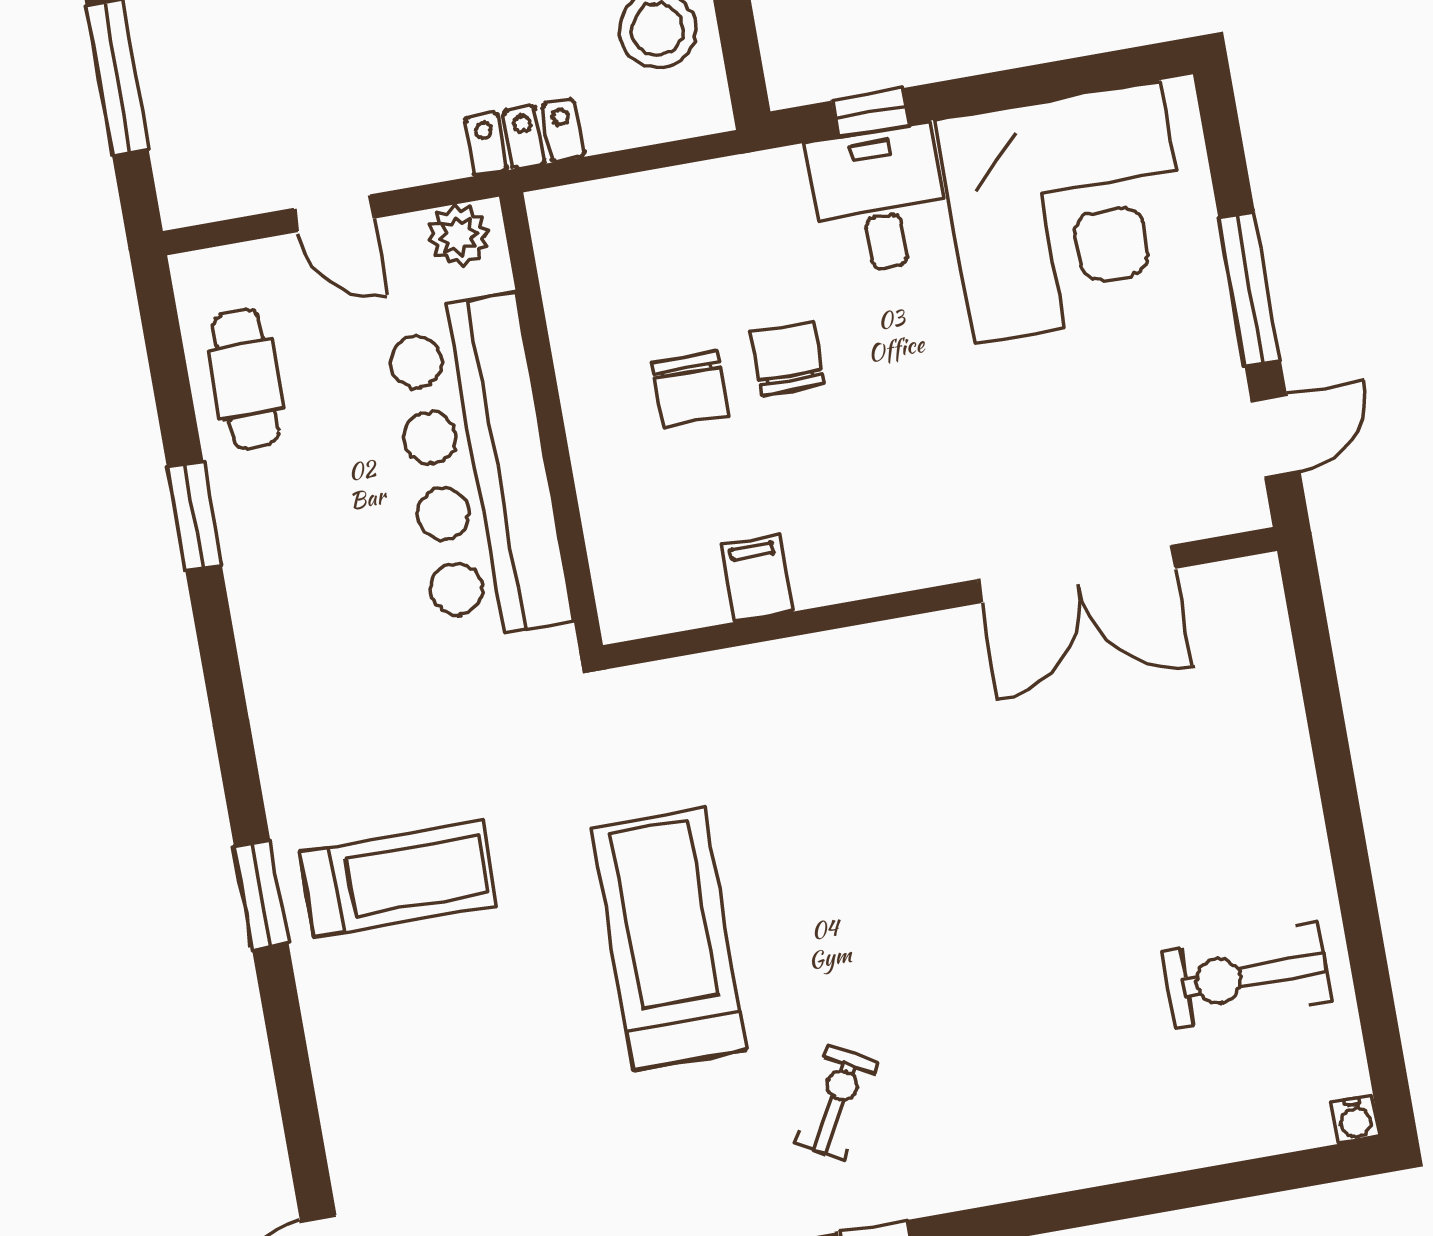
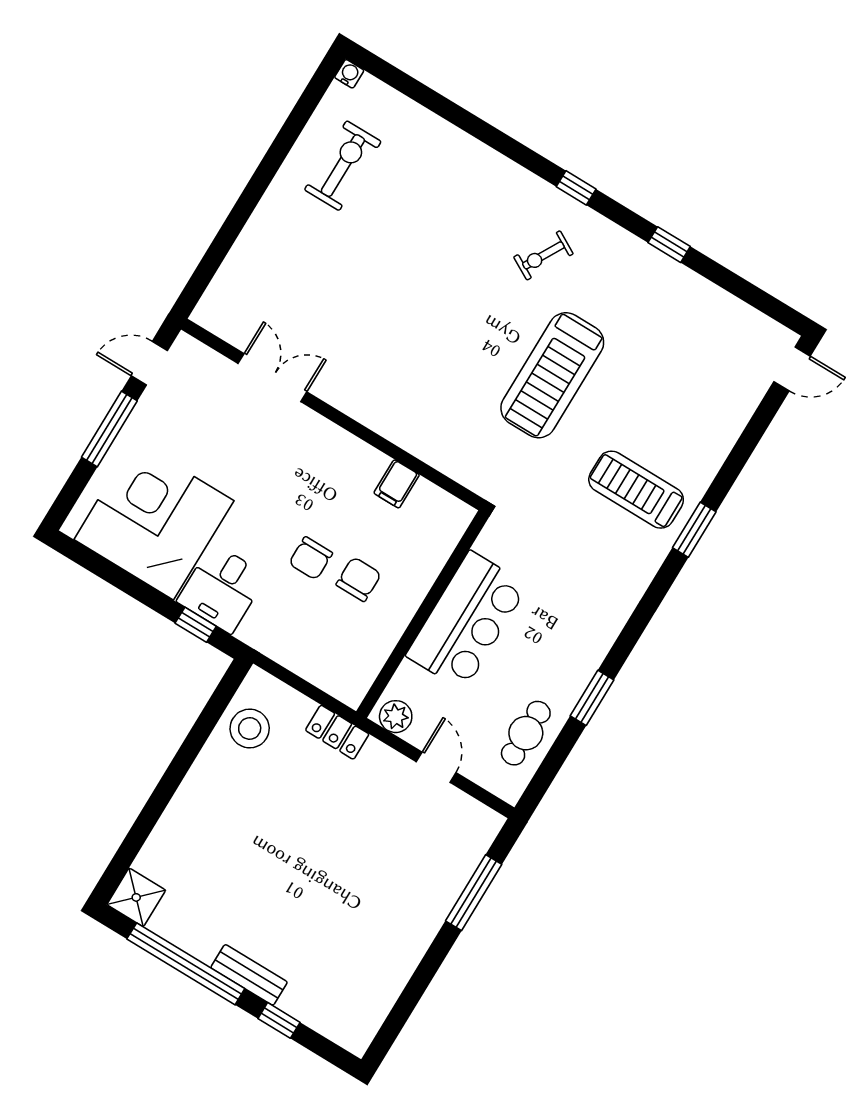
bar counter: (478, 468) -> (467, 621), width x0.73
double door: (1076, 574) -> (272, 378), width x0.73
exercise bike: (1246, 976) -> (343, 166), turned -90

